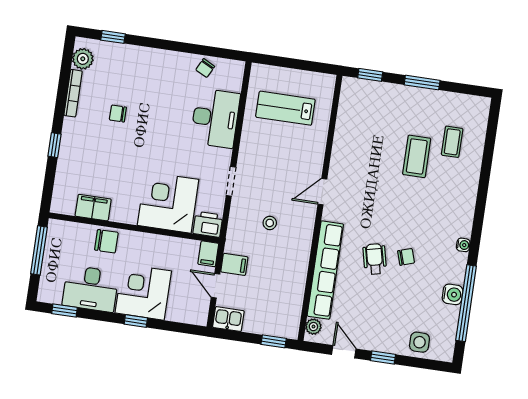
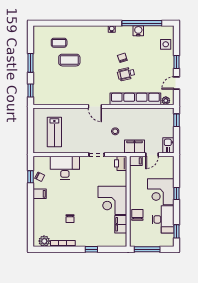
window: (113, 37) -> (31, 177), moved
filing cabinet: (173, 63) -> (40, 194), added
corner desk: (168, 202) -> (112, 200), moved
filing cabinet: (234, 264) -> (135, 146), width x2.00

